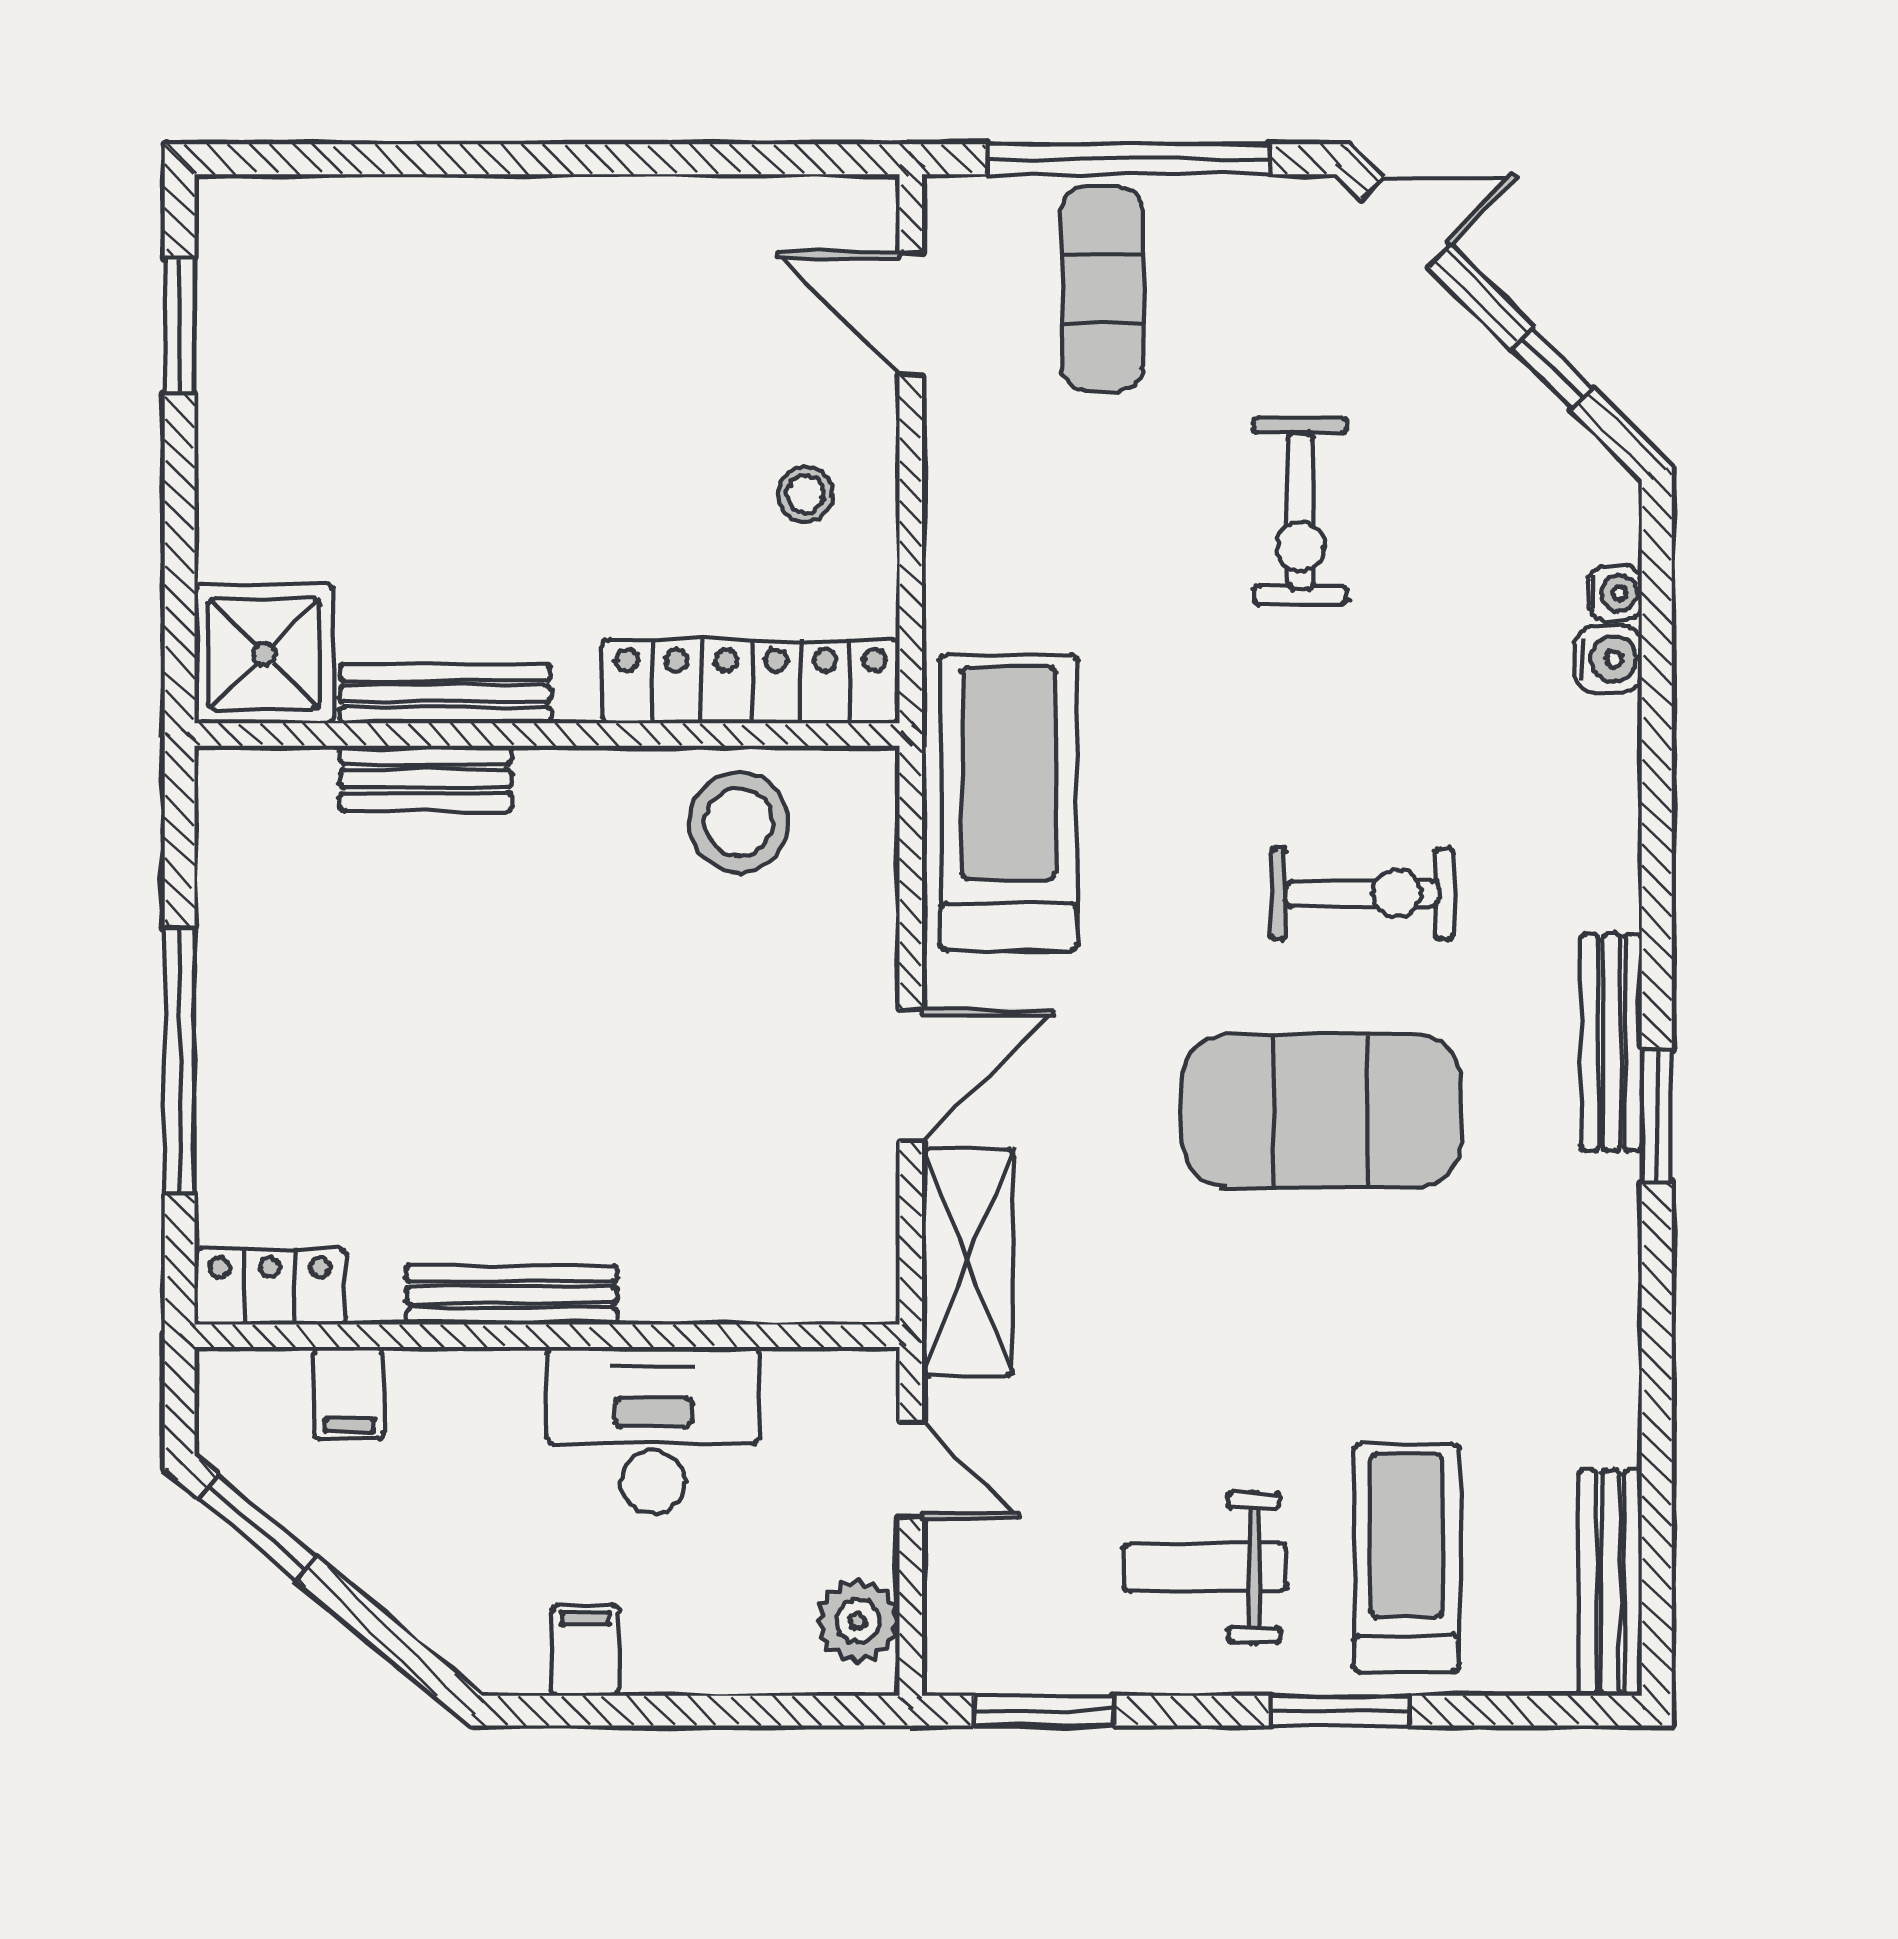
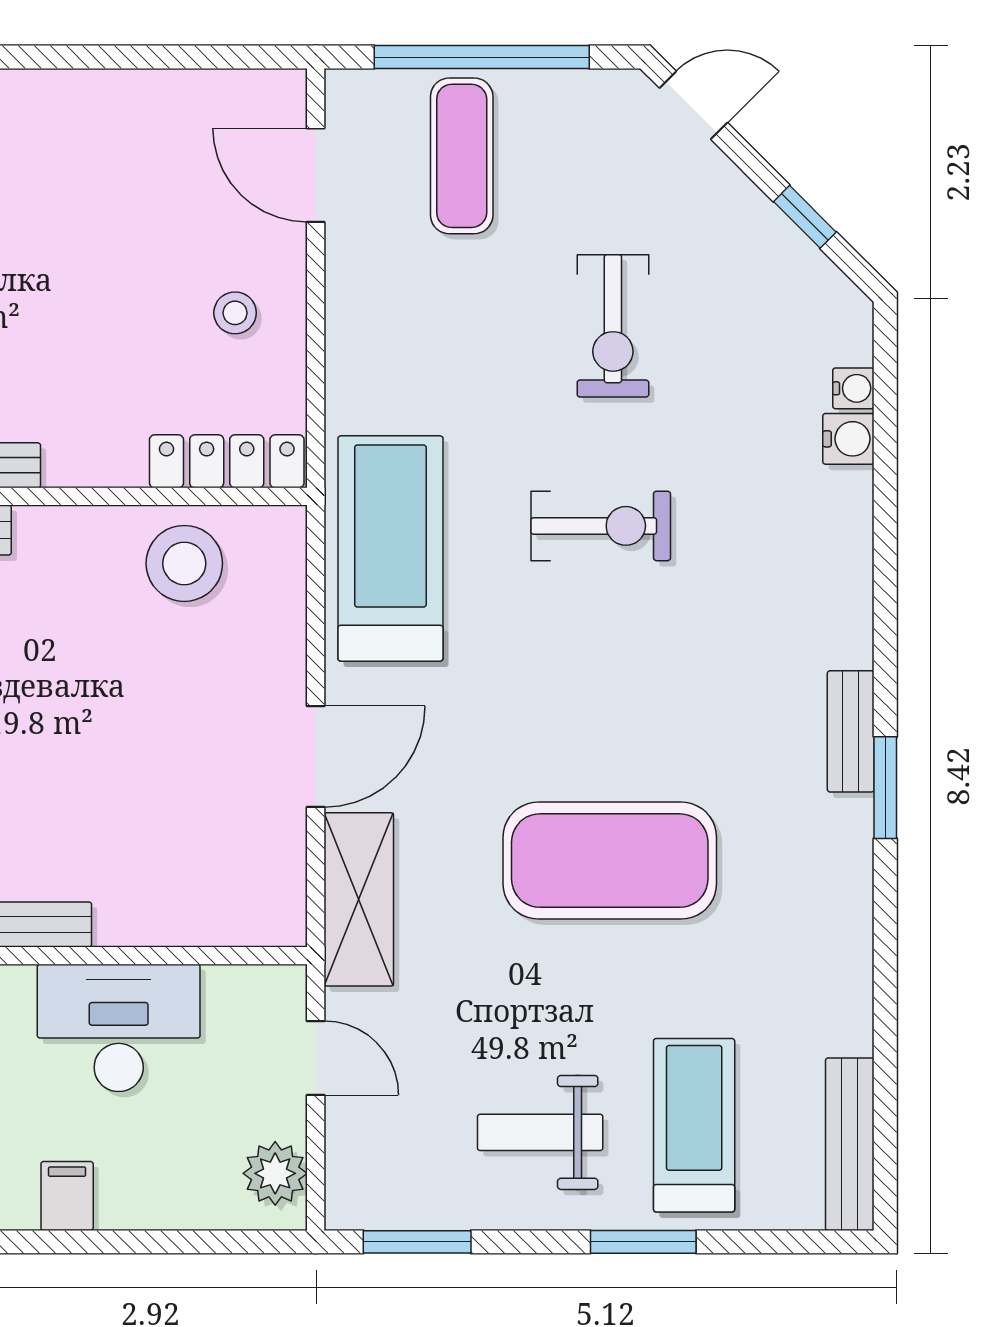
locker: (751, 681) -> (227, 461), width x0.71, depth x0.83
exercise bike: (1362, 894) -> (601, 526), moved
bench: (1612, 1042) -> (851, 731), width x0.73
exercise mat: (1321, 1111) -> (610, 861), moved

